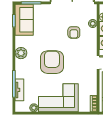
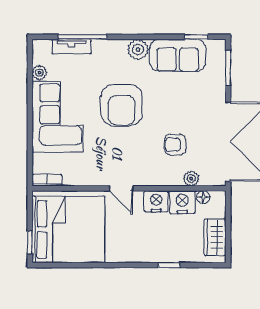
sofa: (24, 20) -> (178, 55), moved
armchair: (52, 62) -> (122, 105), turned 90

